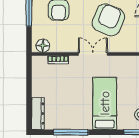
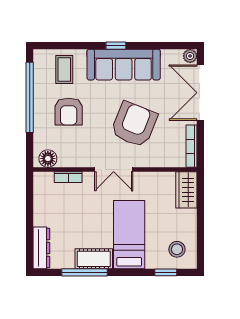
double door: (93, 54) -> (114, 169), swing flipped
cot: (78, 122) -> (94, 259), added

